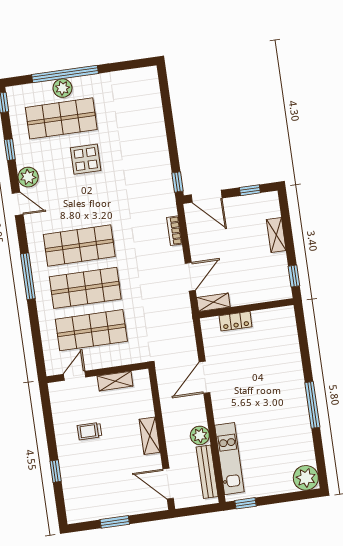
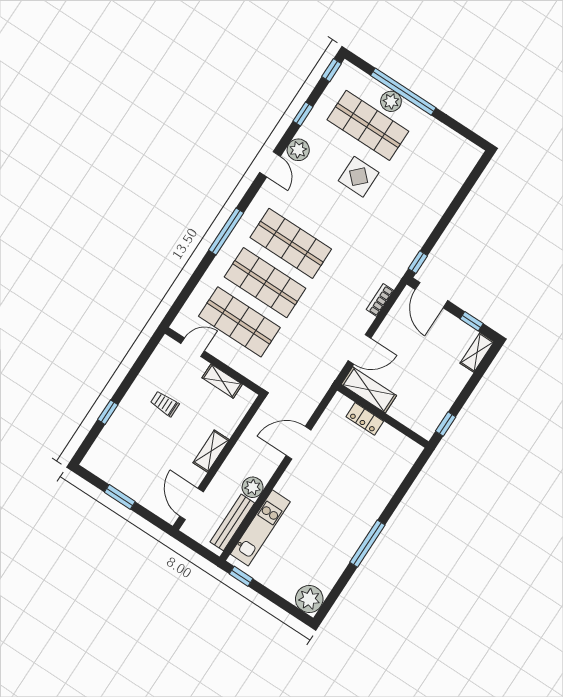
shelving: (276, 235) -> (477, 352), moved
shelving: (213, 302) -> (369, 390), width x1.50, depth x1.33

